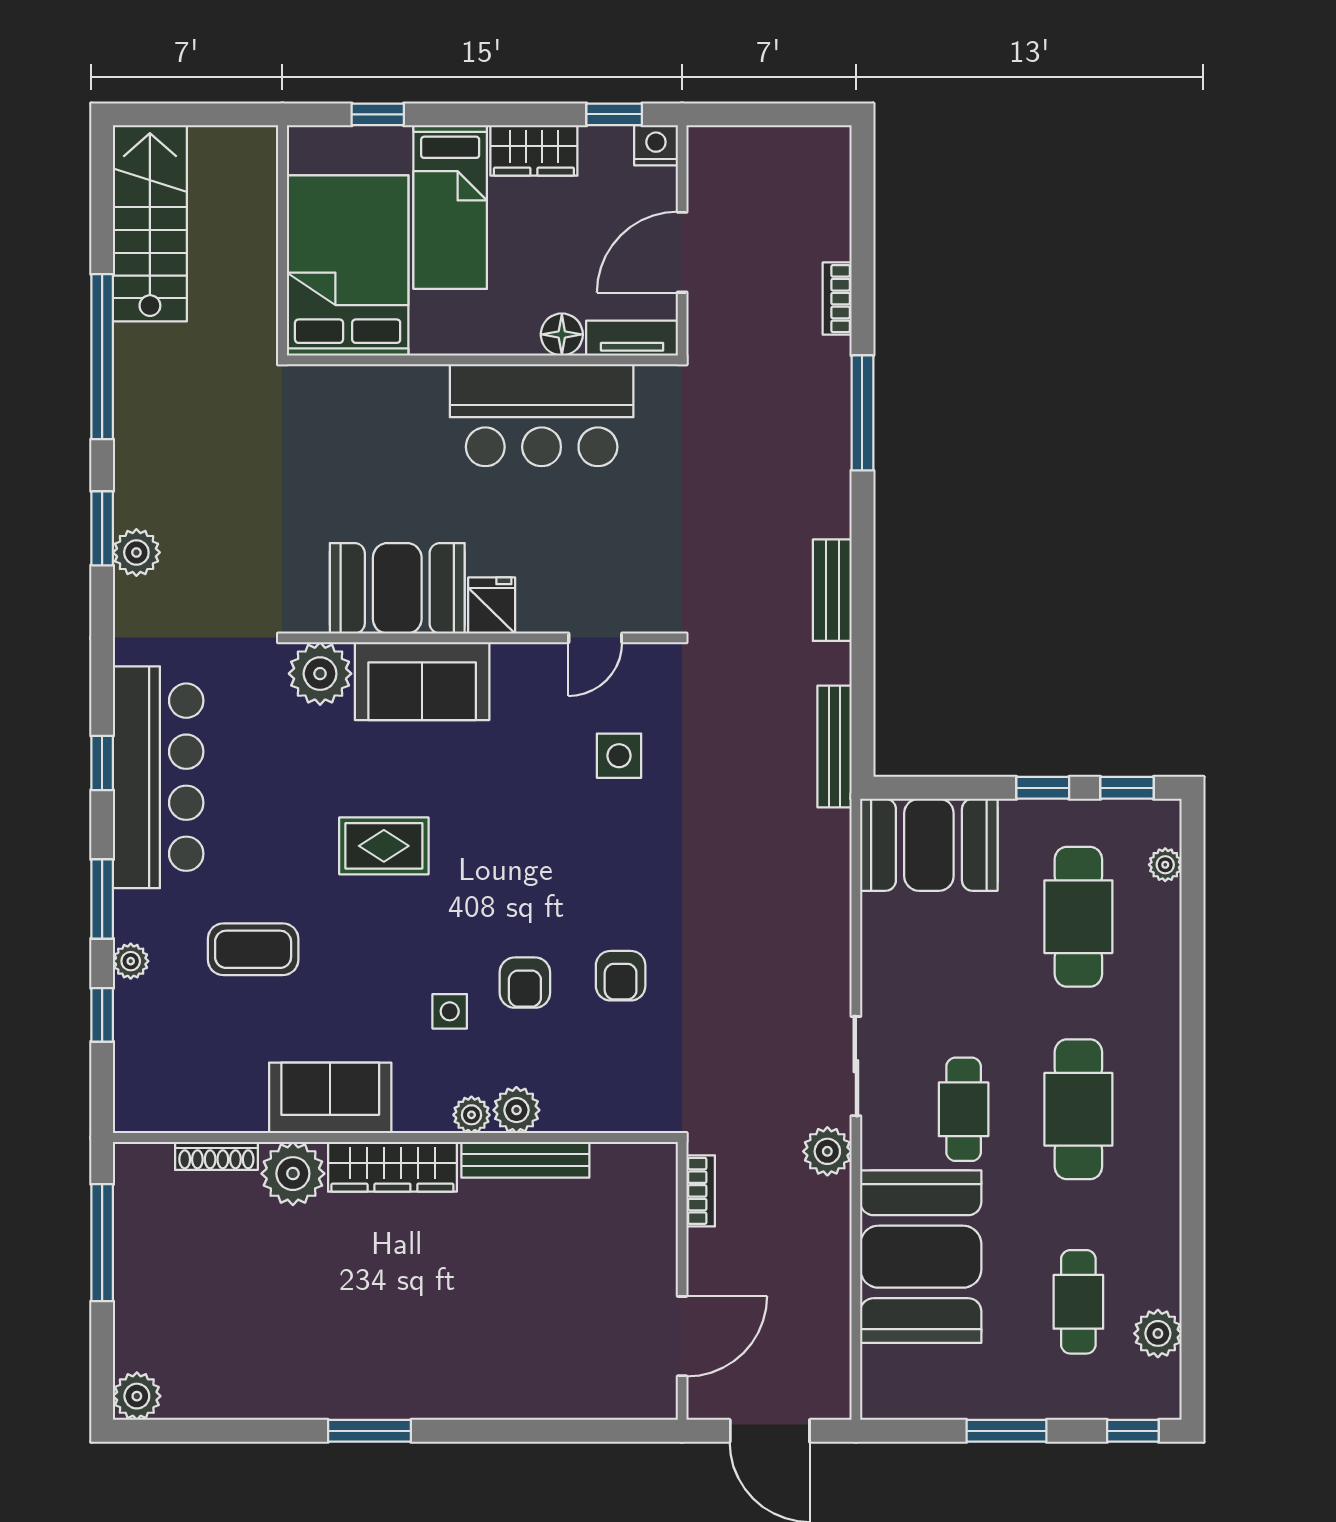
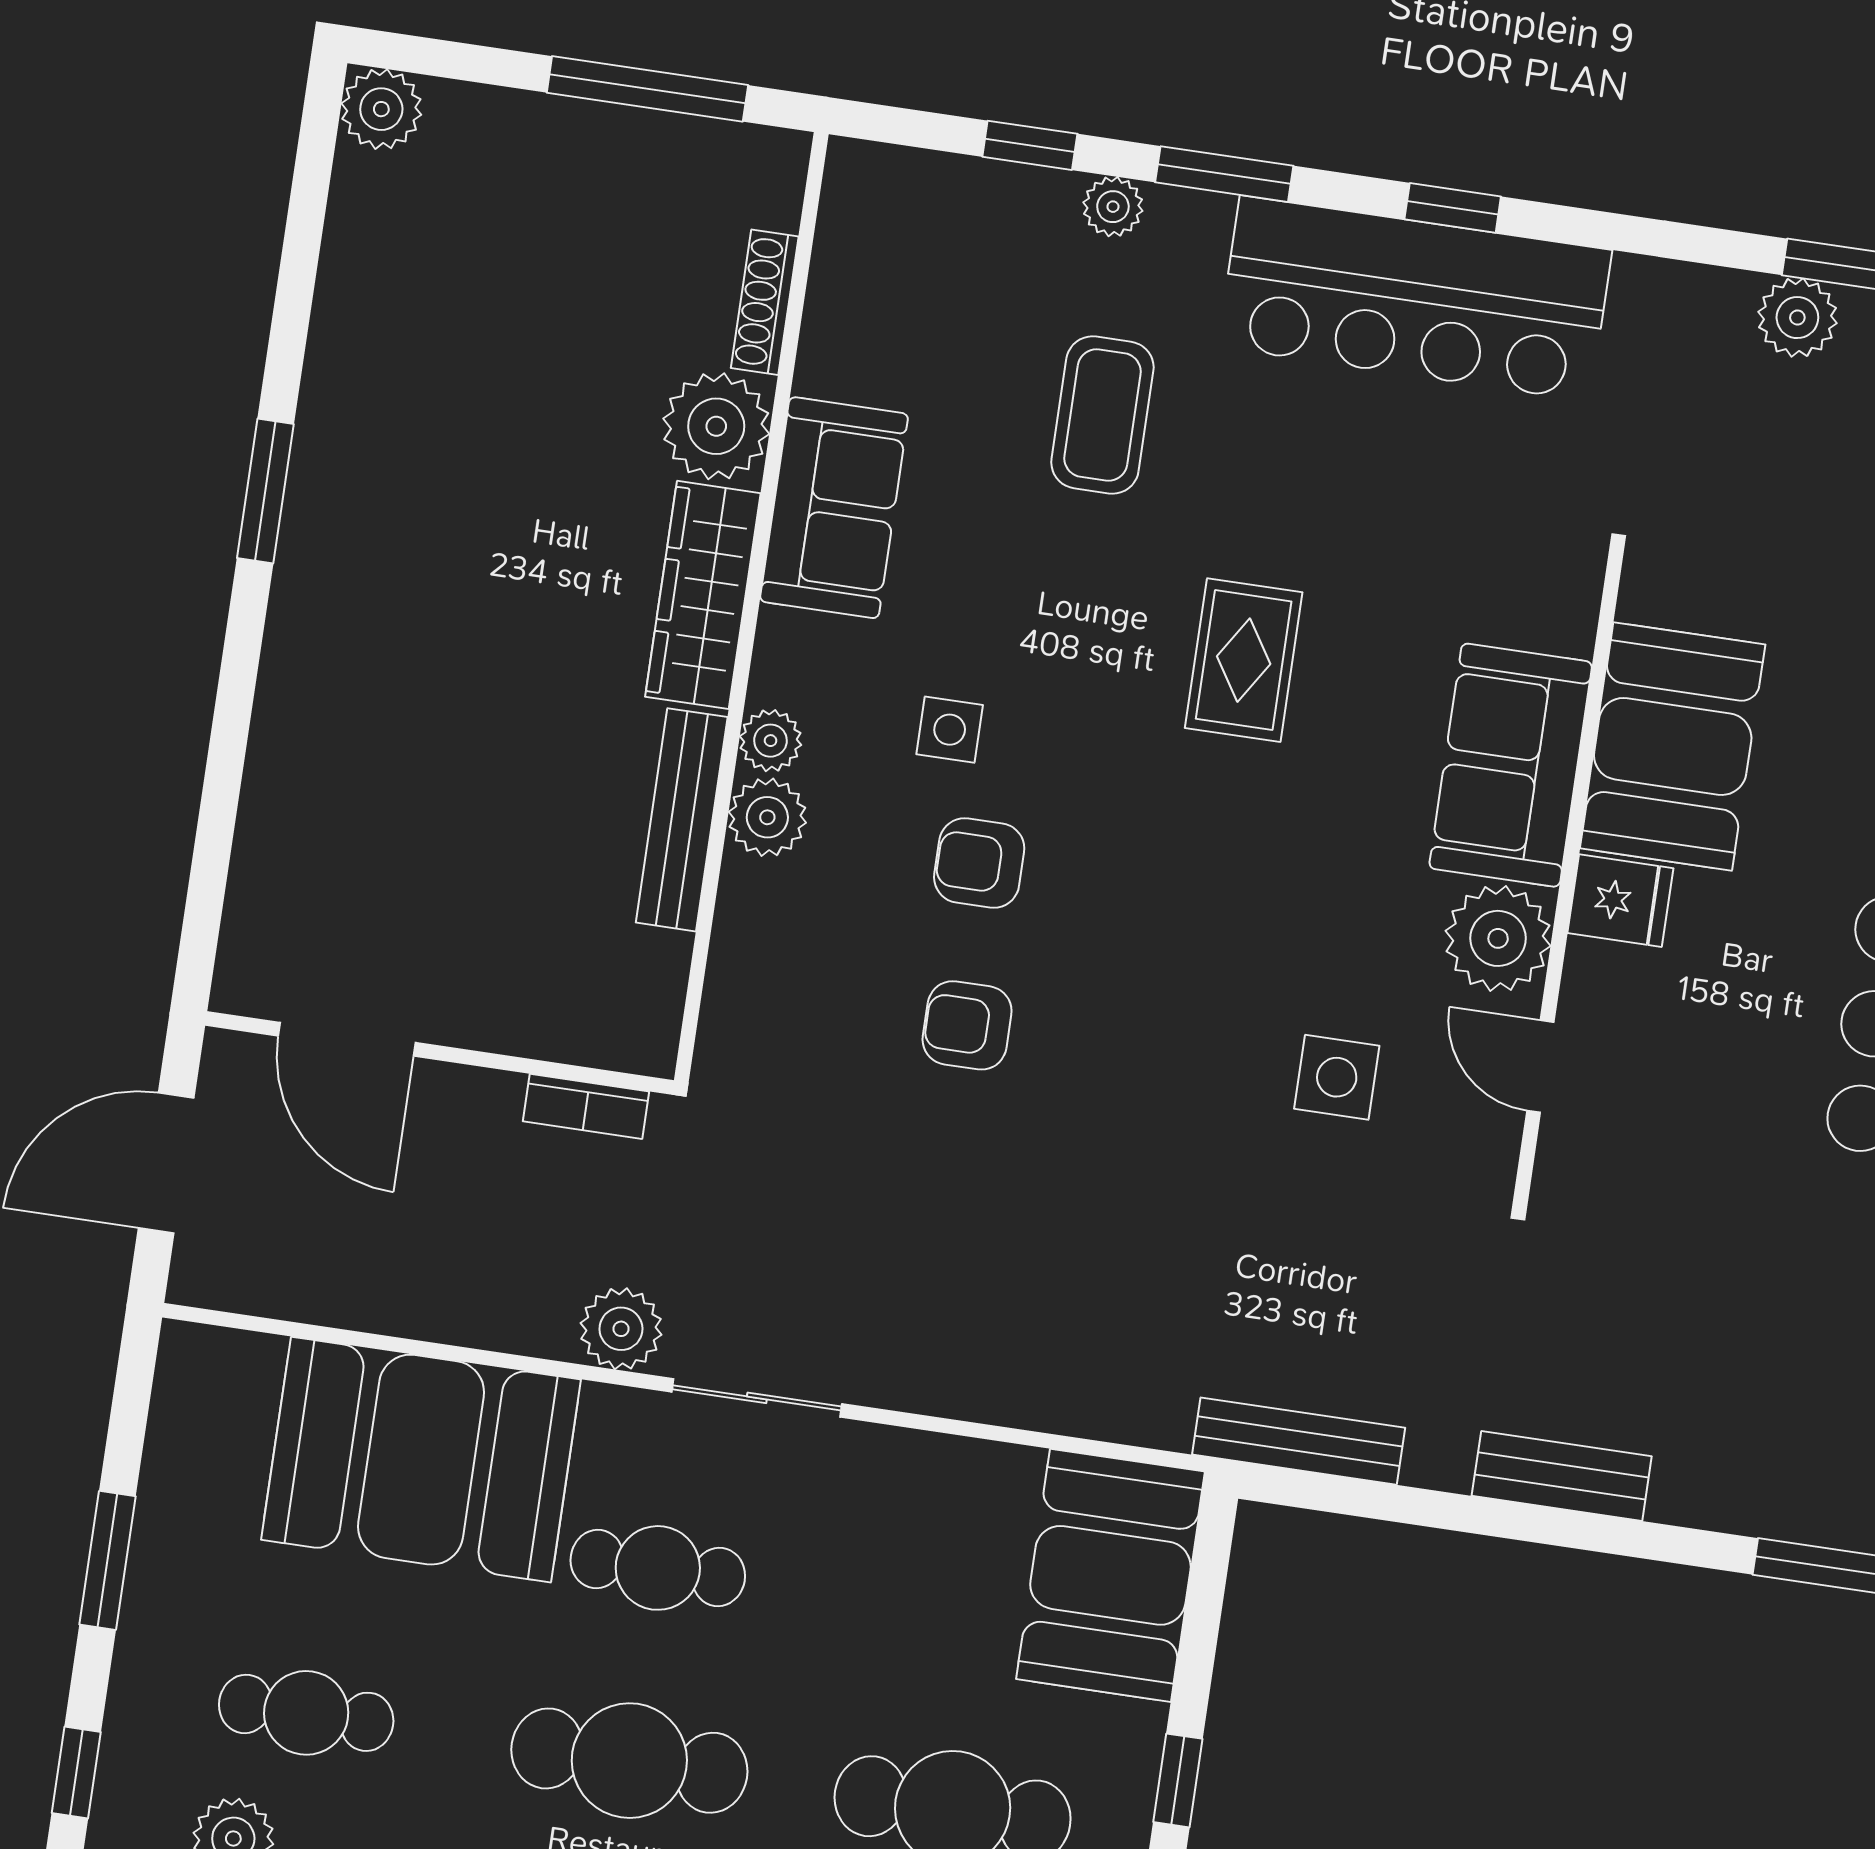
plant: (320, 674) -> (1498, 938), moved

